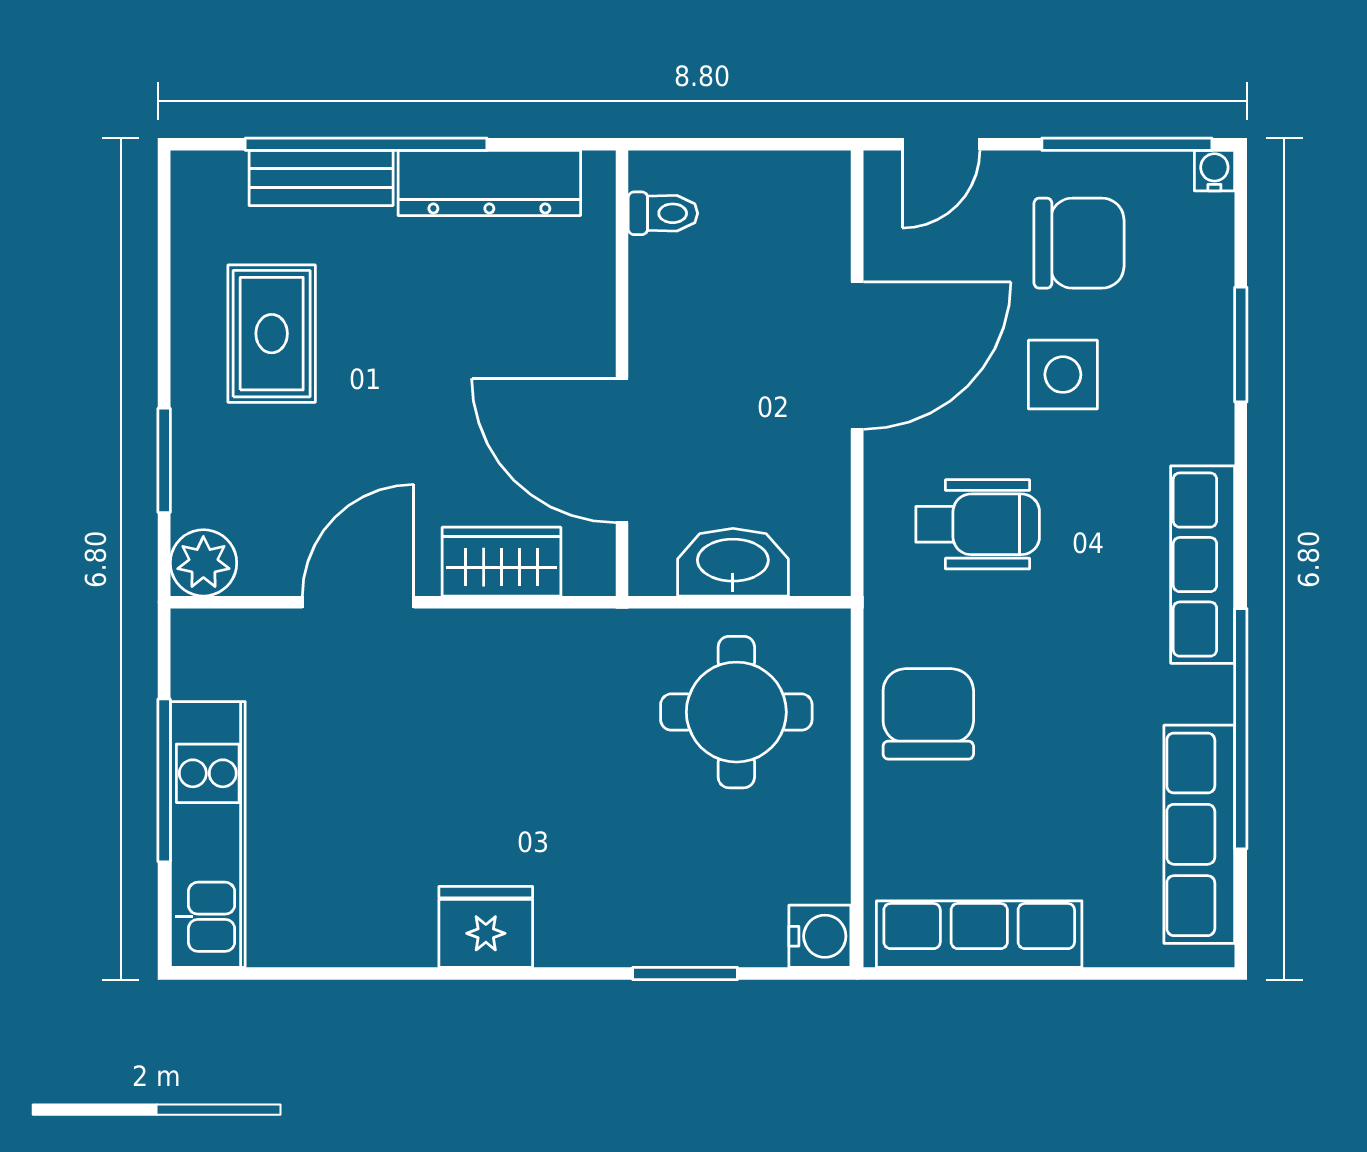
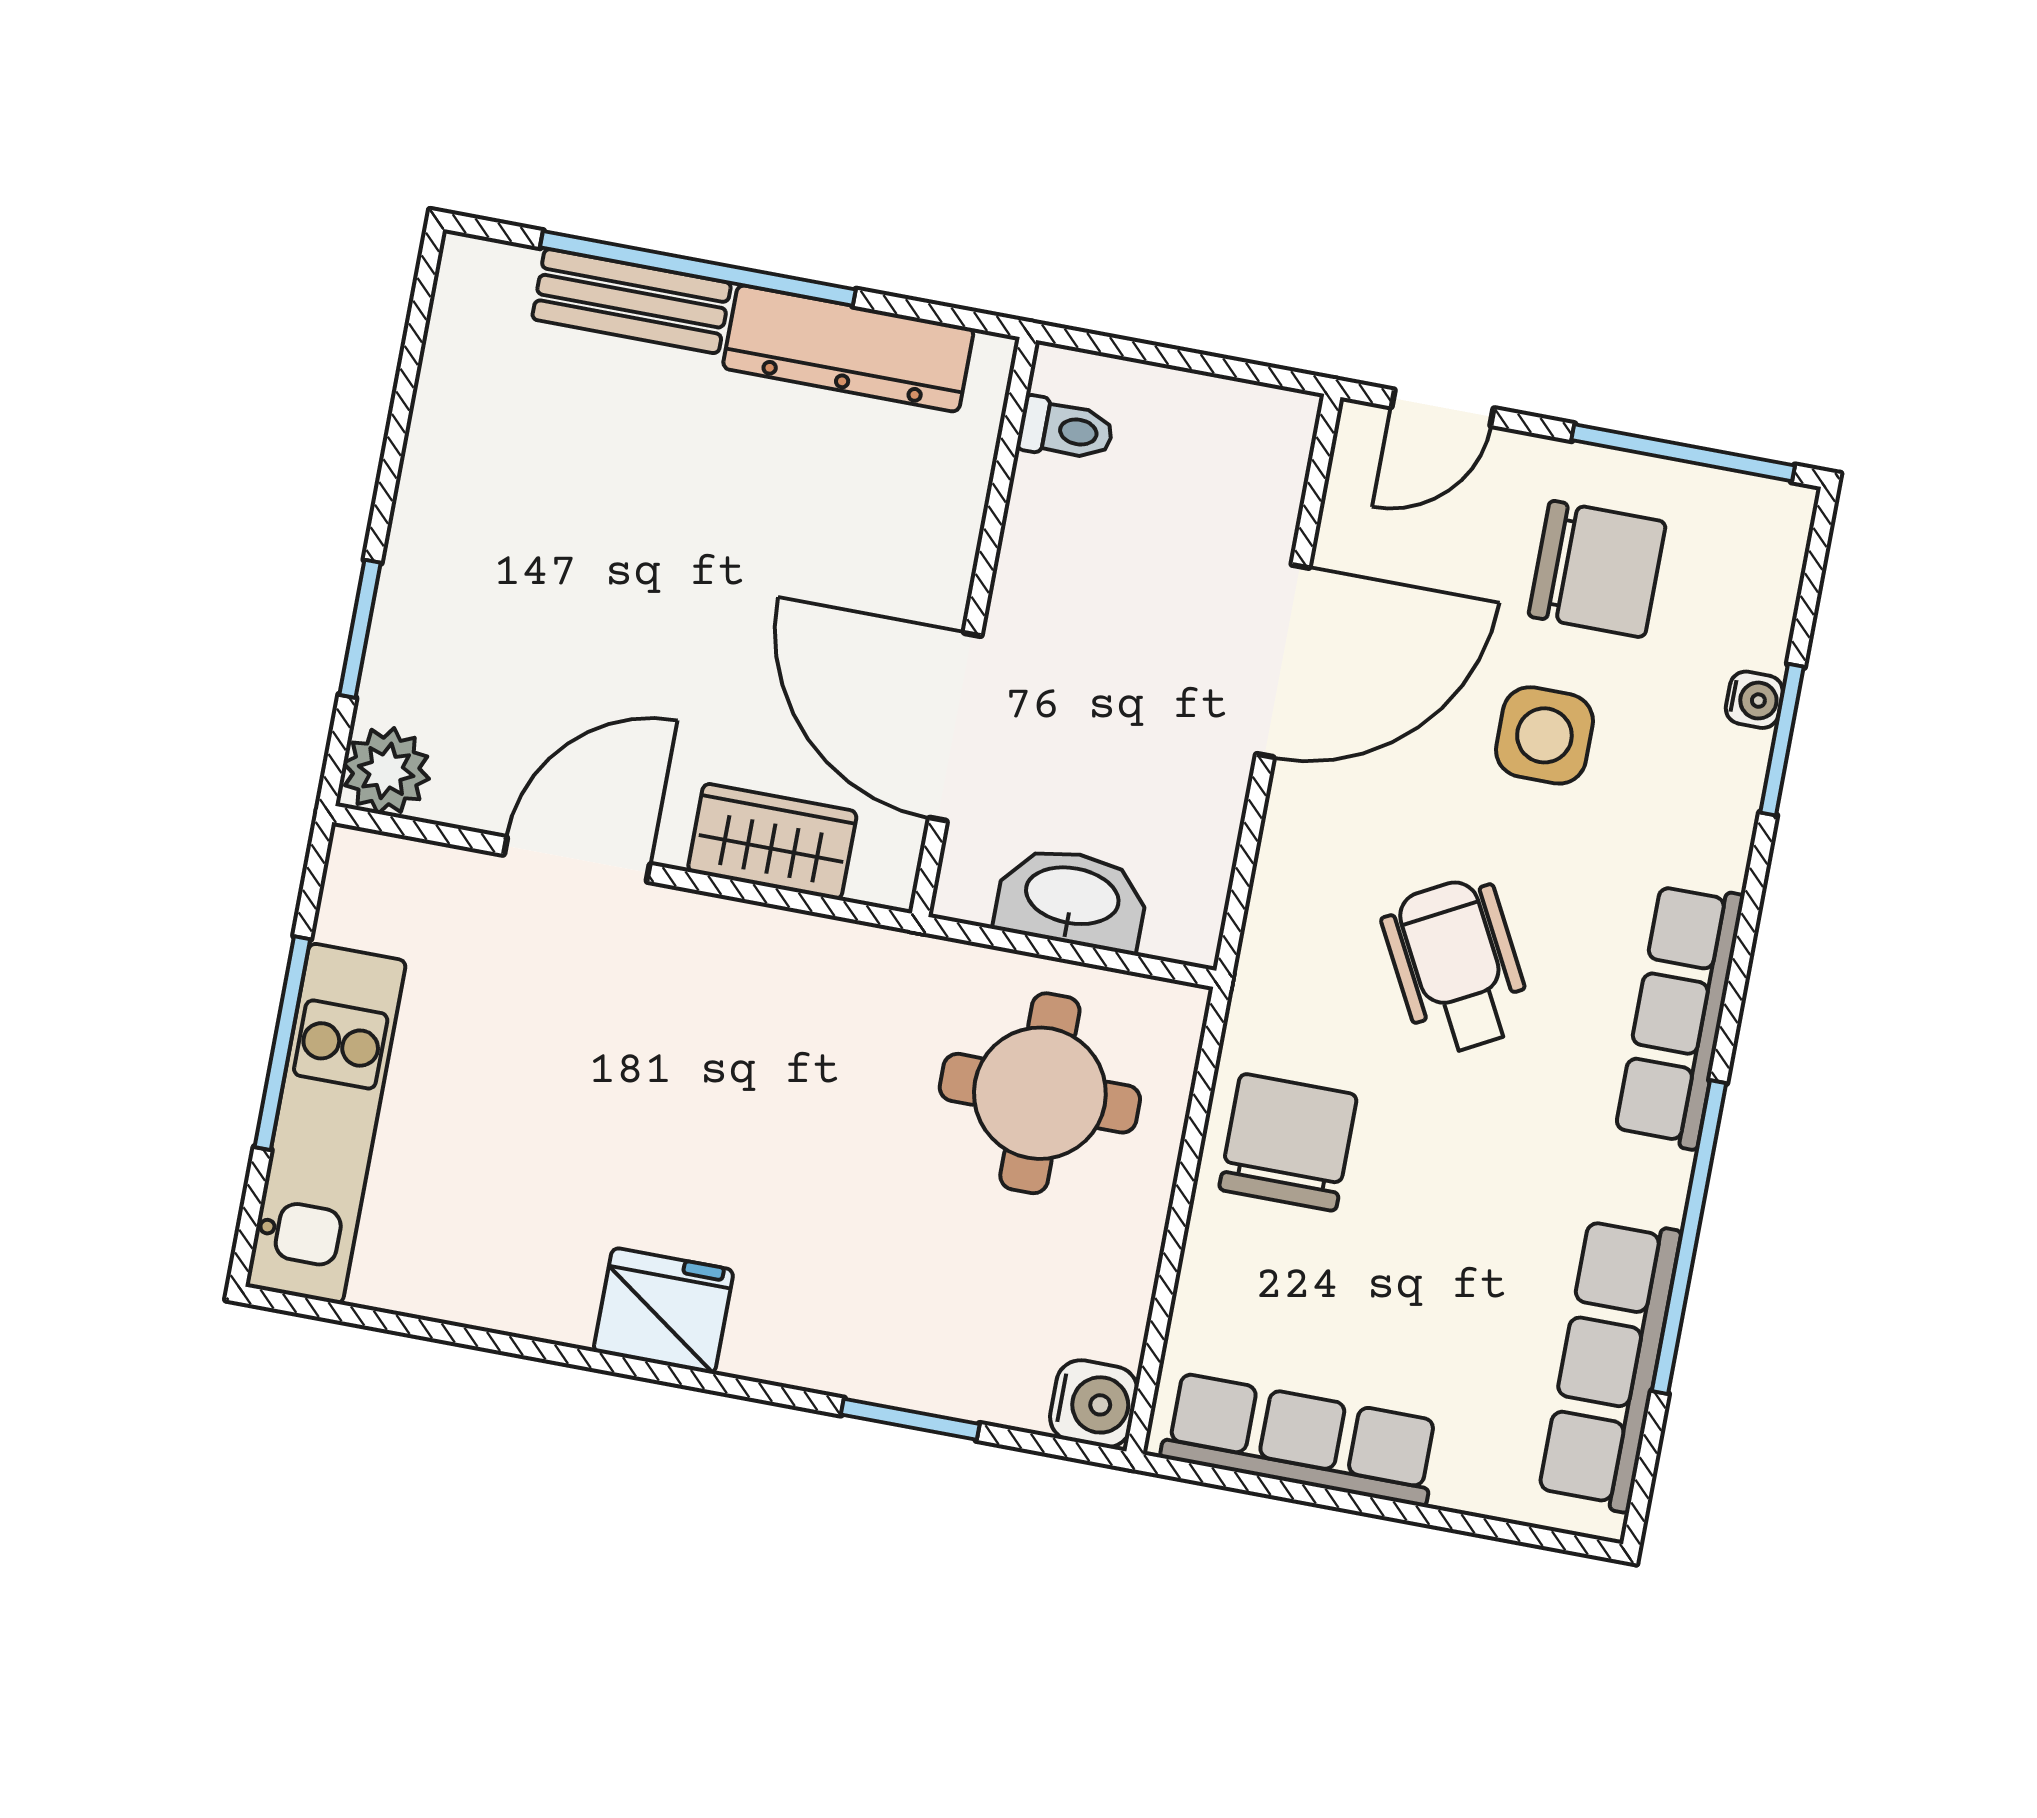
water cooler: (1214, 171) -> (1754, 700), moved, turned 90
rug: (272, 334) -> (530, 491), removed
wheelchair: (978, 524) -> (1457, 966), moved, turned -118

